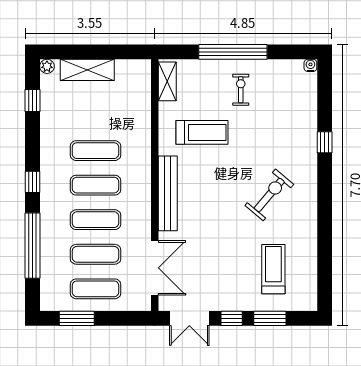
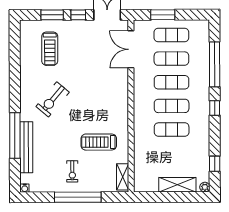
window: (325, 142) -> (15, 135), width x3.17
bench: (168, 193) -> (26, 147), moved
window: (77, 318) -> (163, 15), moved

